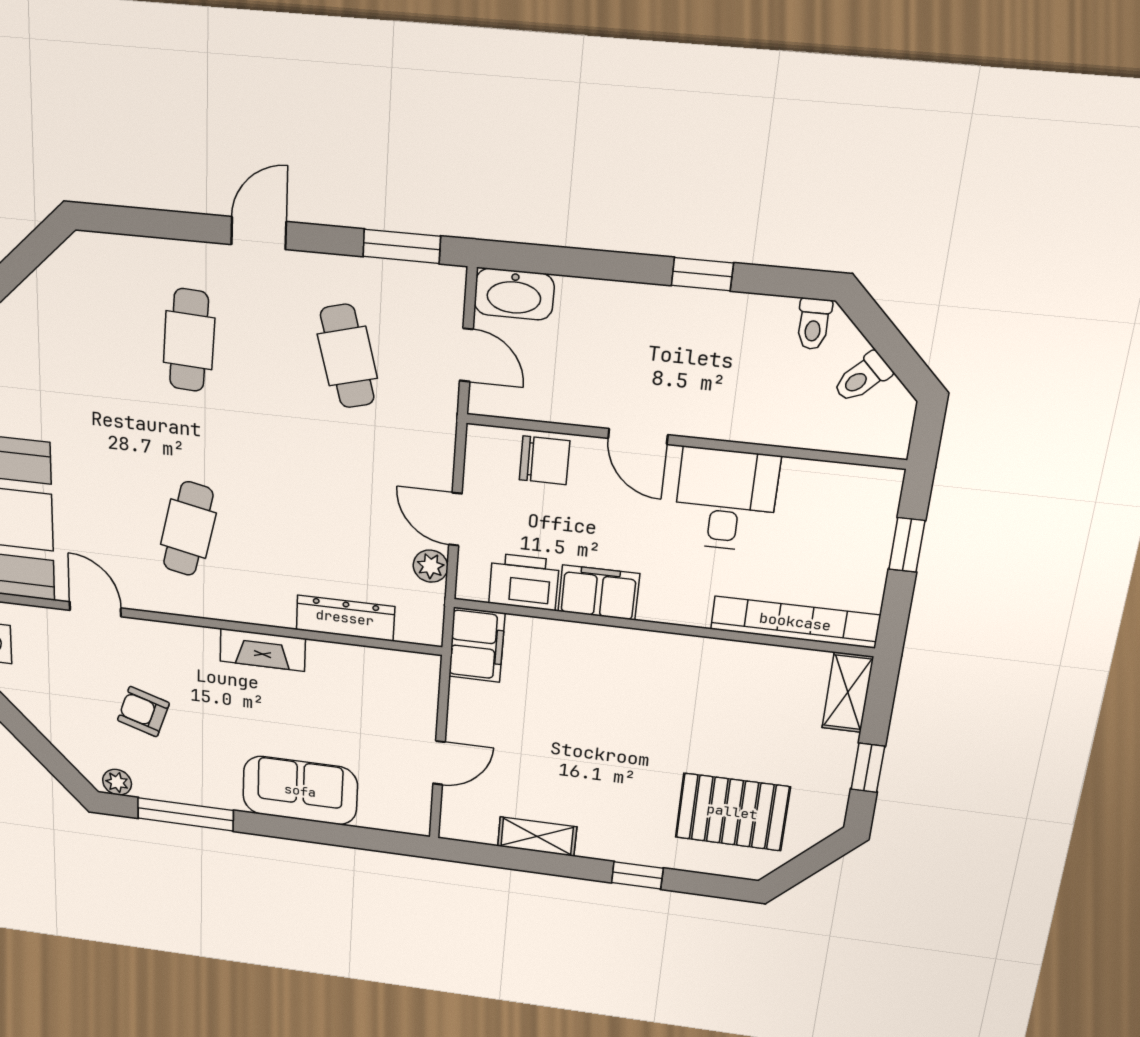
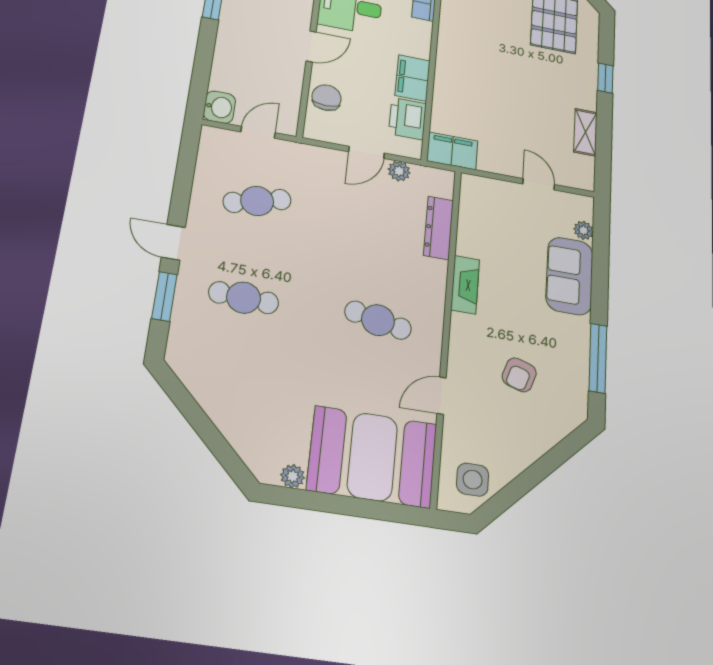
window: (402, 246) -> (164, 296), moved
washbasin: (514, 294) -> (219, 107), width x0.72
plant: (117, 782) -> (583, 230), moved

